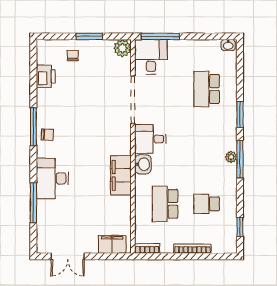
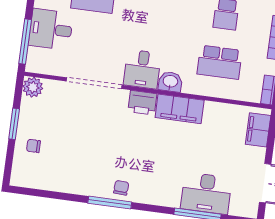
desk: (151, 57) -> (51, 29), moved
printer: (46, 76) -> (142, 103), moved, turned 180
desk: (52, 178) -> (206, 193), moved

